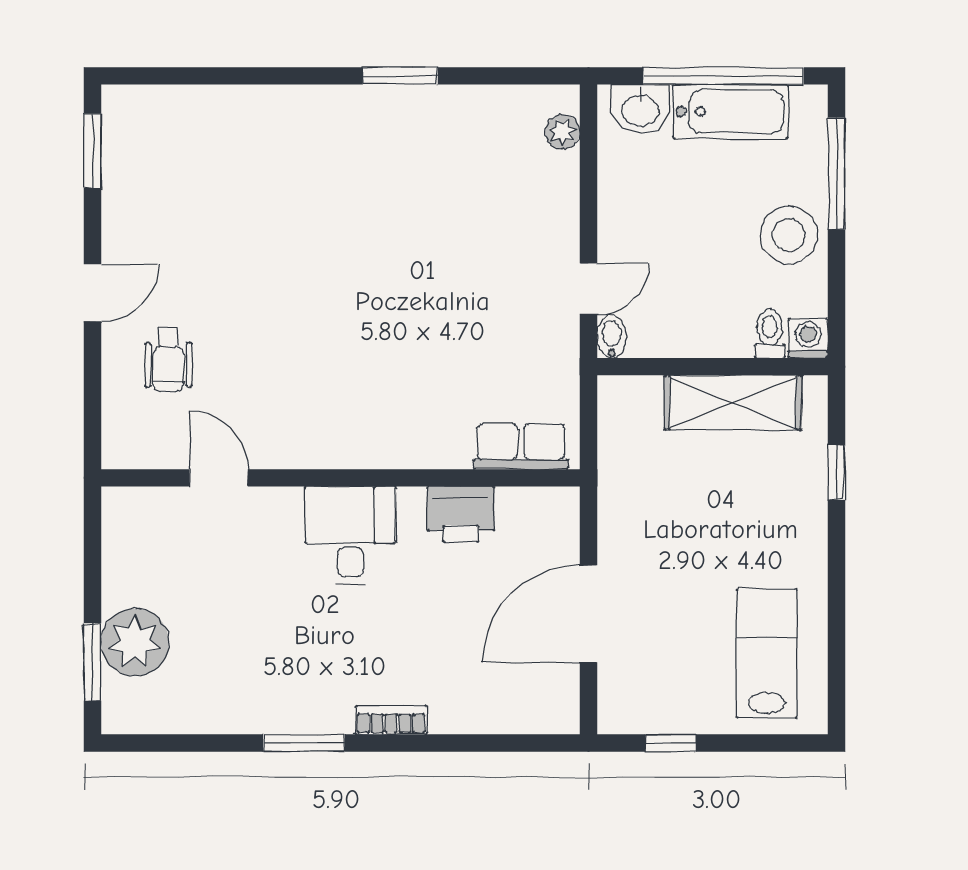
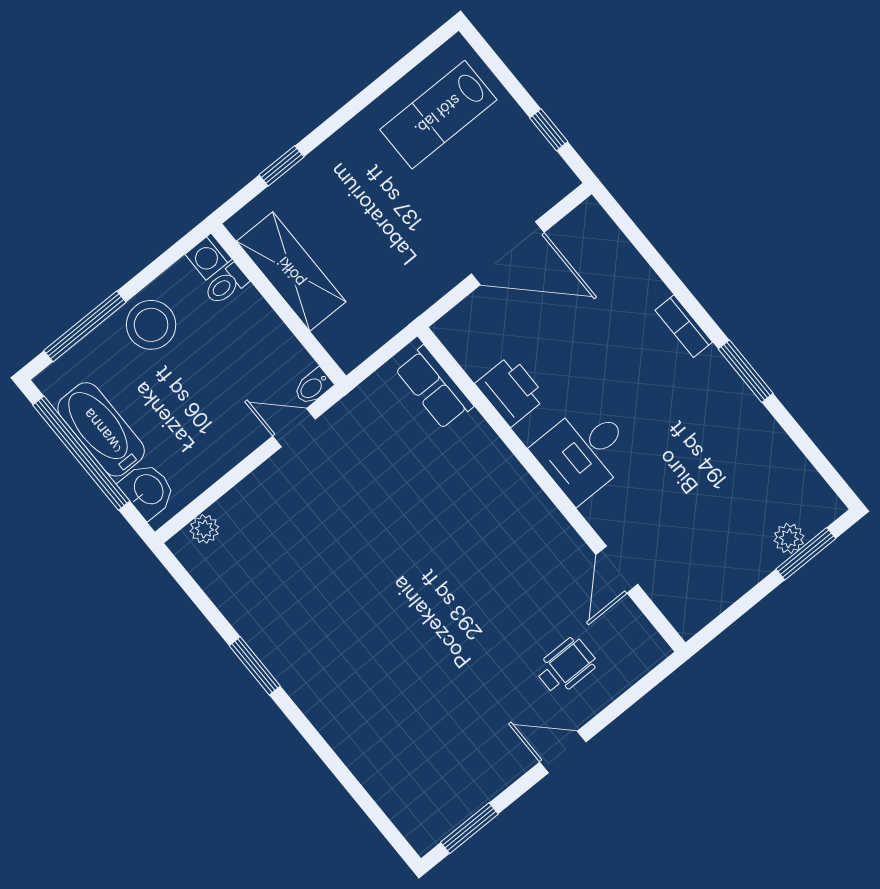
plant: (135, 642) -> (789, 538), width x0.53, depth x0.53

